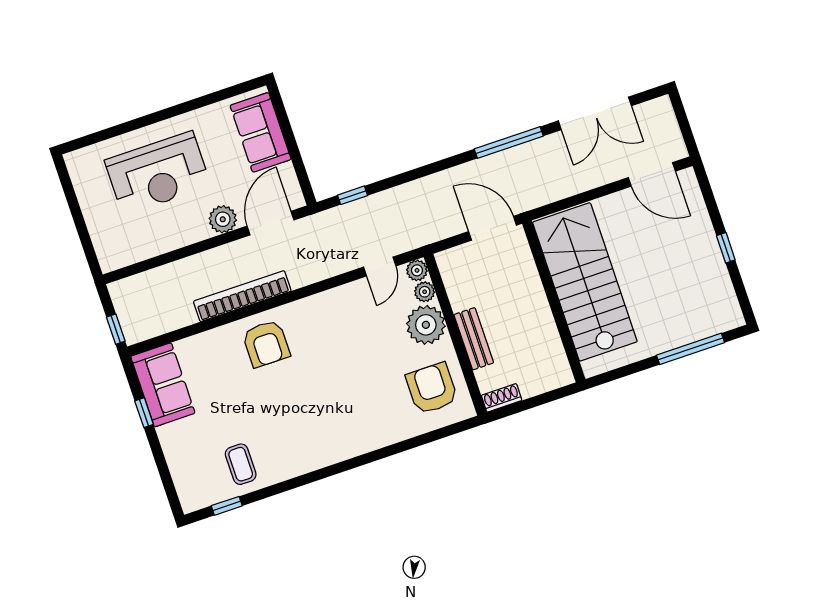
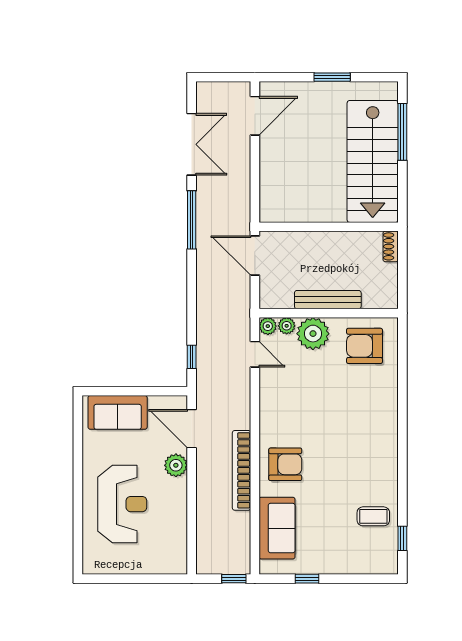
door: (493, 228) -> (255, 255), hinge flipped
window: (726, 248) -> (332, 77), width x1.50
stairs: (585, 282) -> (373, 161), moved, turned -90
bench: (474, 339) -> (328, 300), width x1.36
sofa: (163, 385) -> (277, 528), moved, turned 90
shoe rack: (502, 398) -> (391, 246), moved

